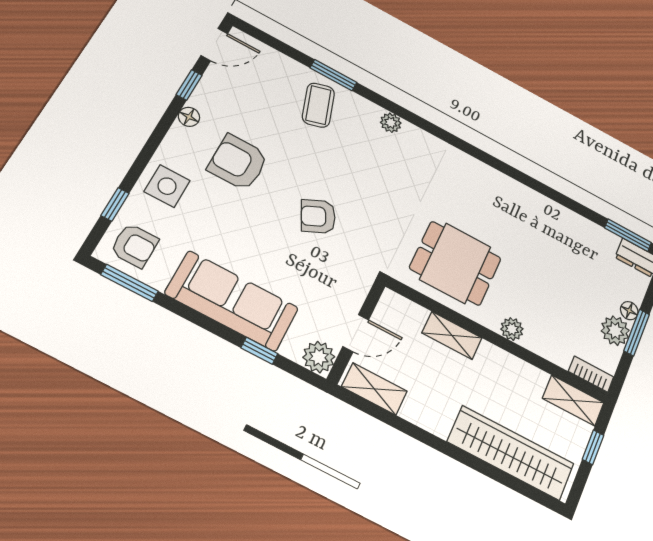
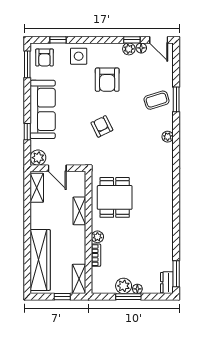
plant: (203, 98) -> (129, 49), added
floor lamp: (189, 117) -> (141, 48), moved
armchair: (238, 162) -> (107, 80), turned 180
bookcase: (591, 374) -> (96, 255), moved

